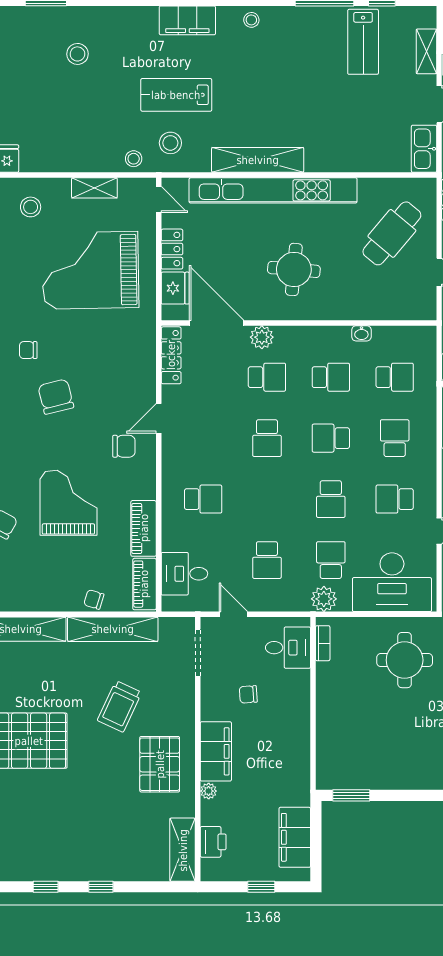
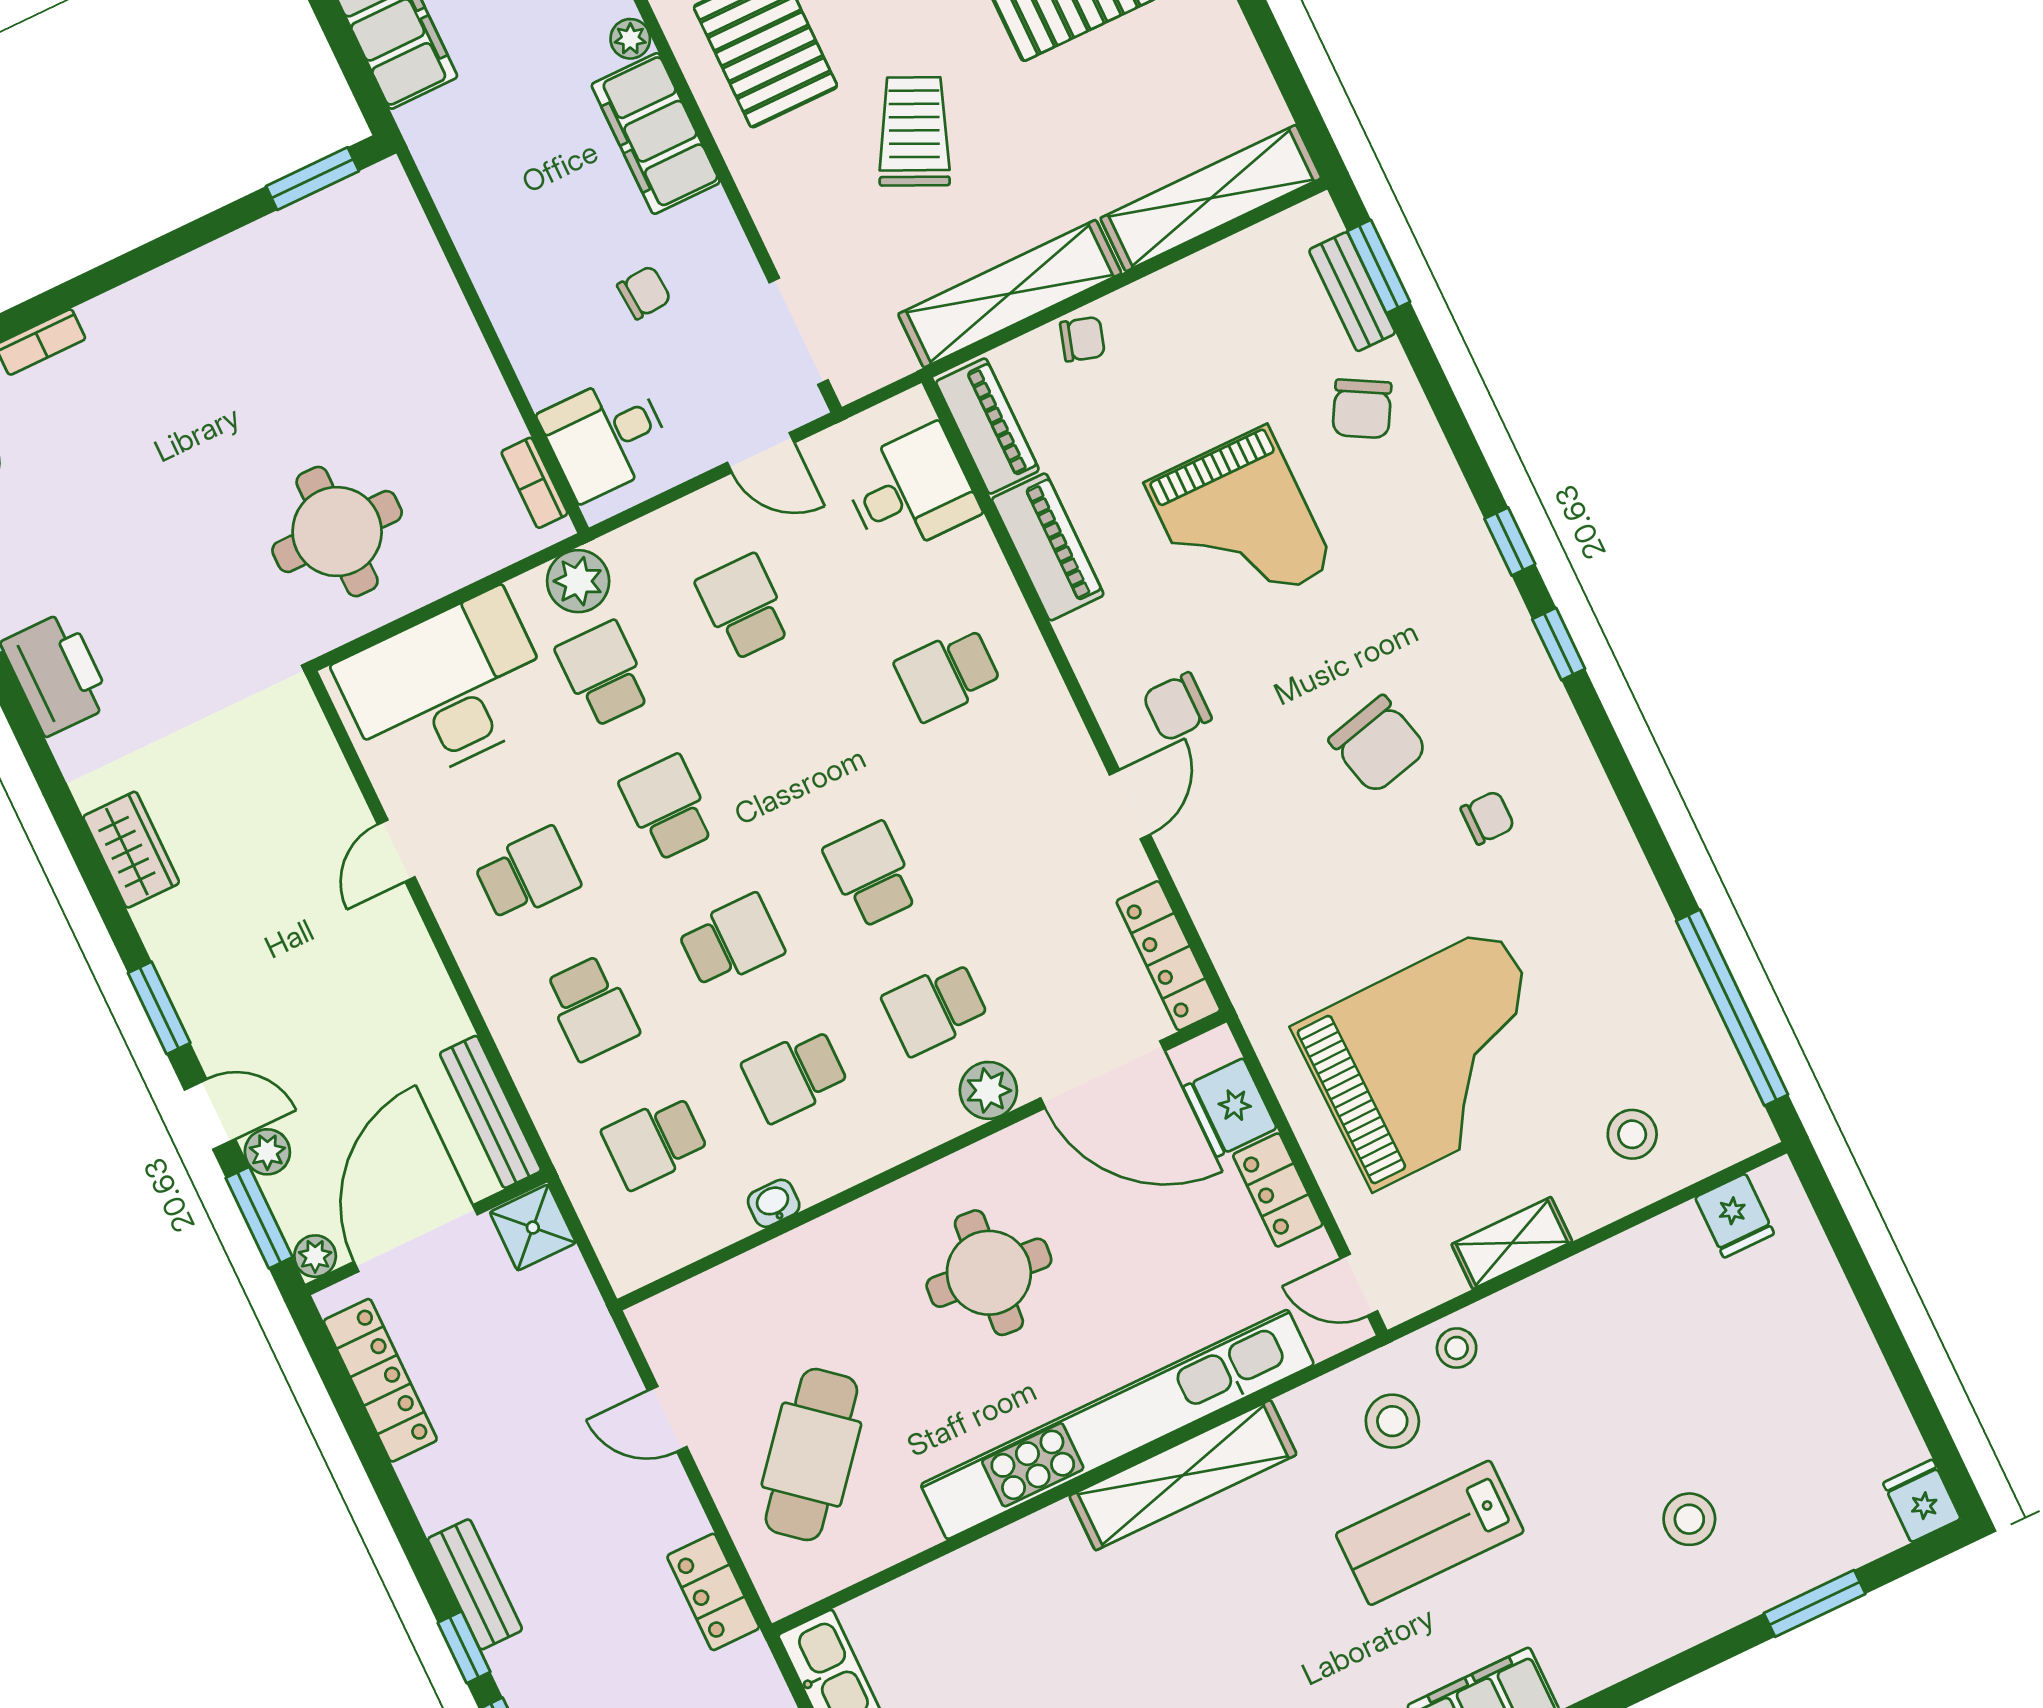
lab bench: (176, 95) -> (1430, 1533), turned 180
school desk: (331, 560) -> (604, 674), turned 180

